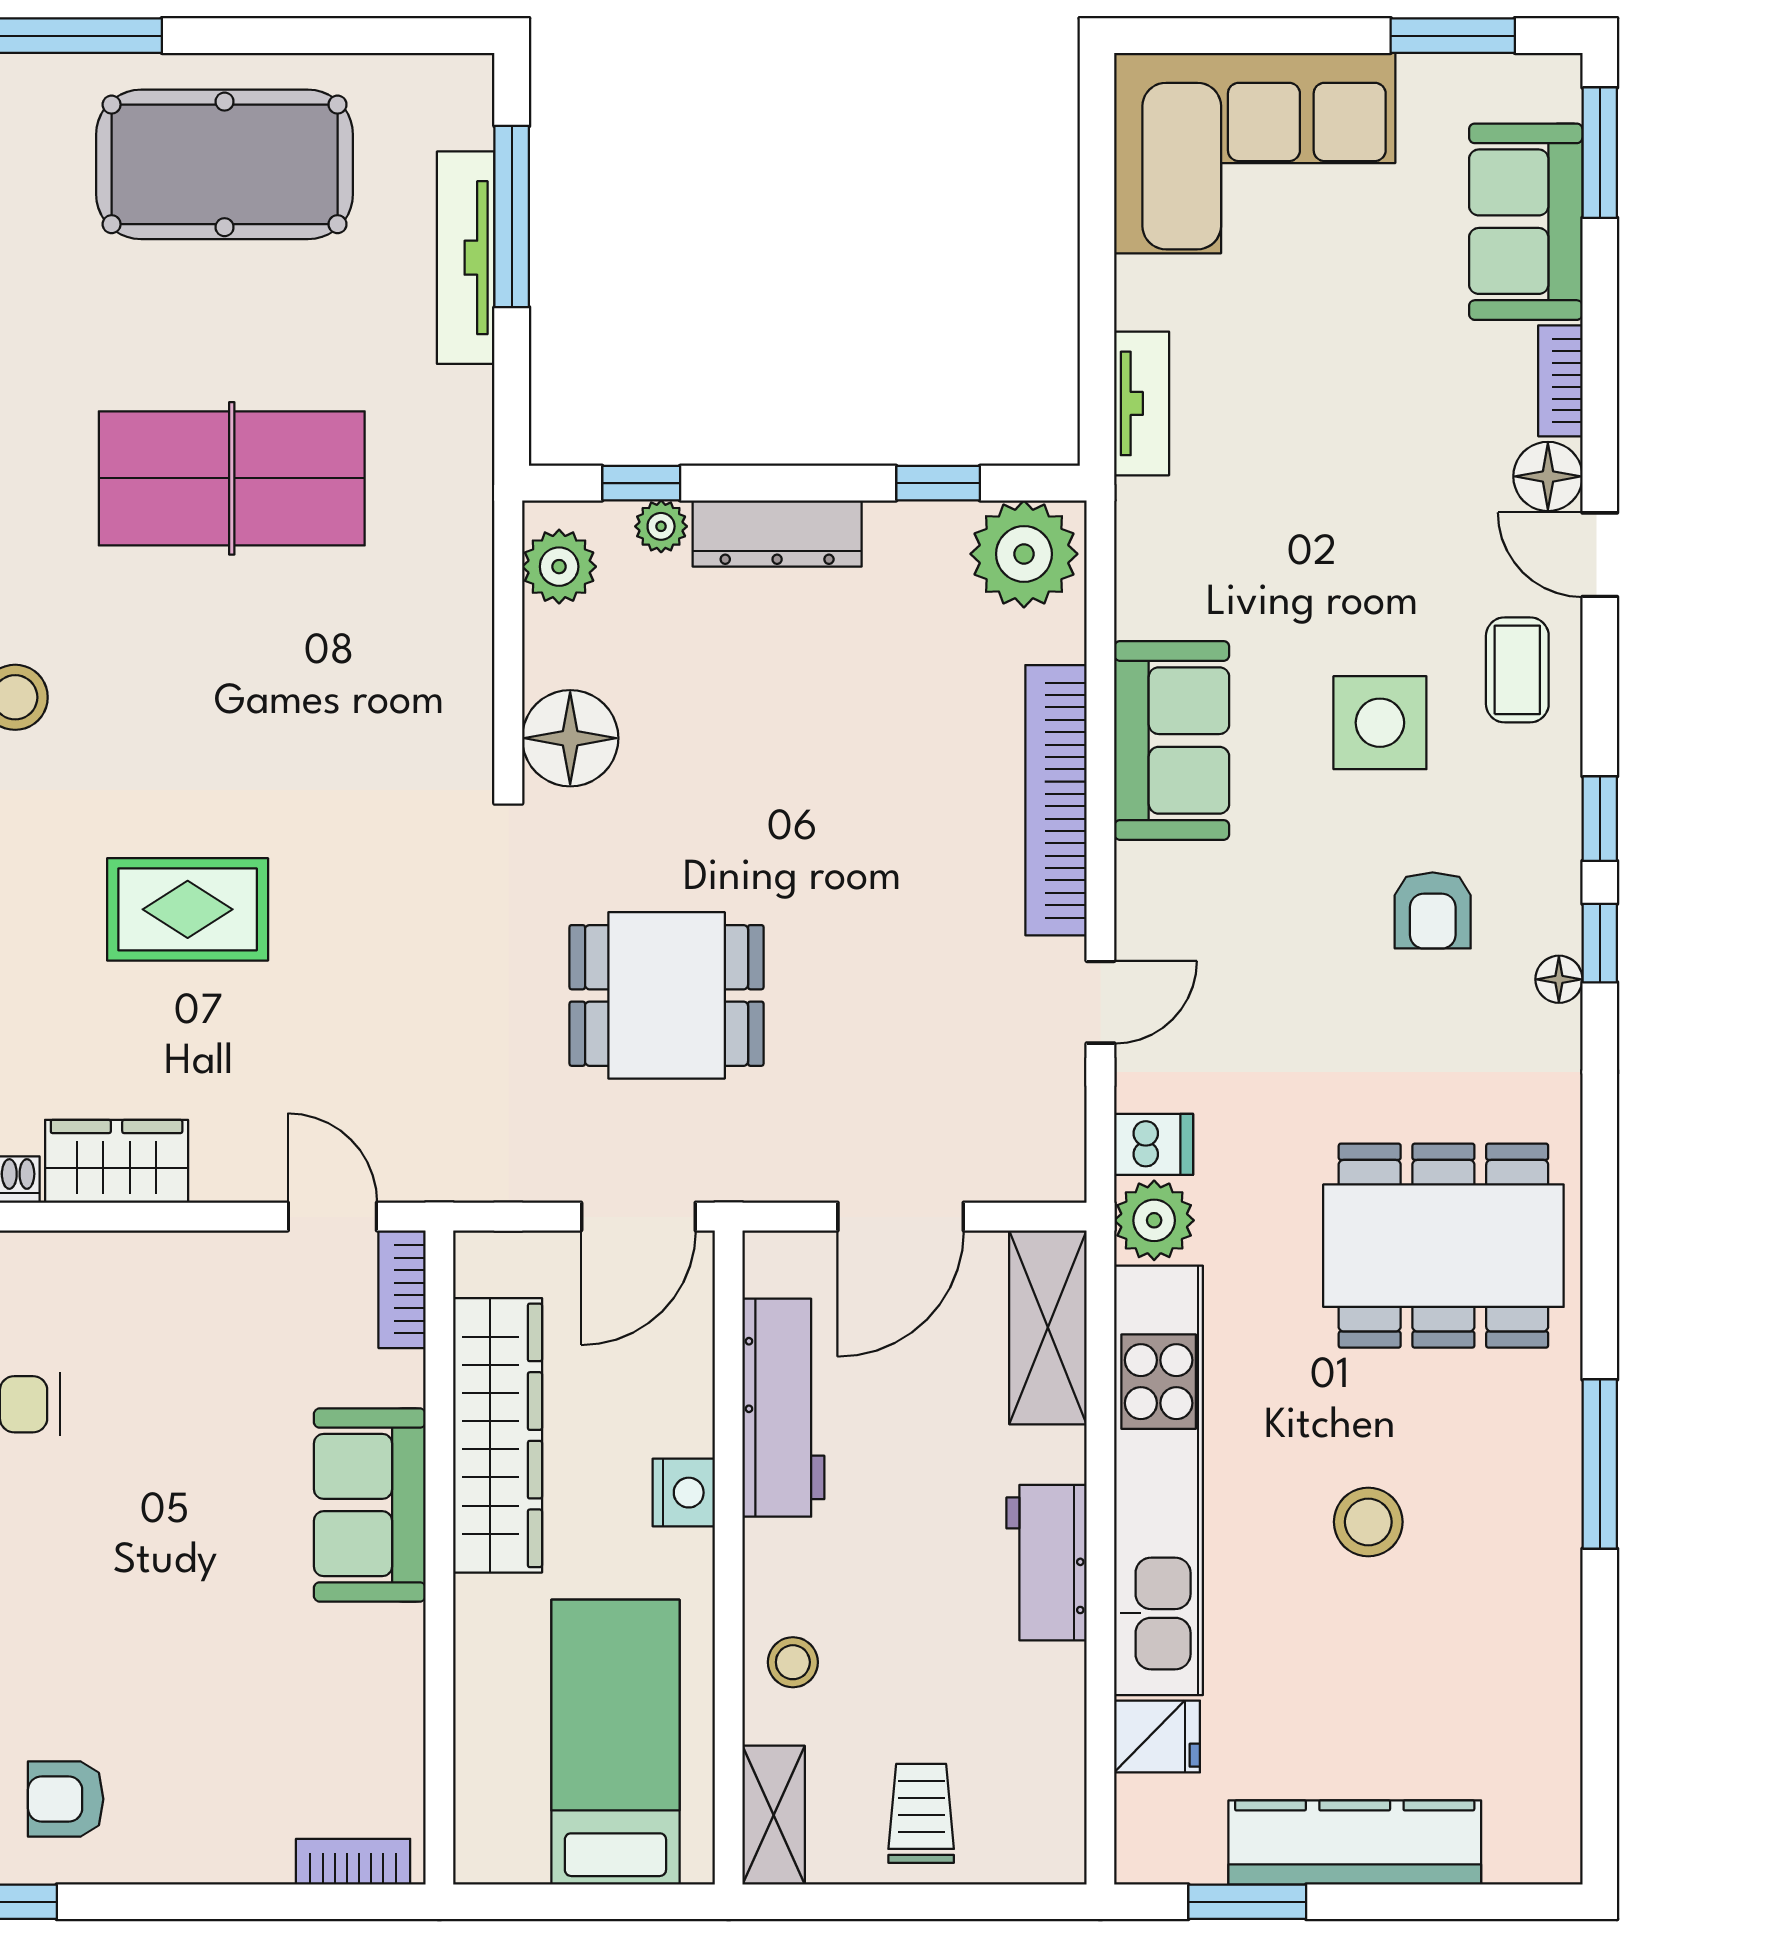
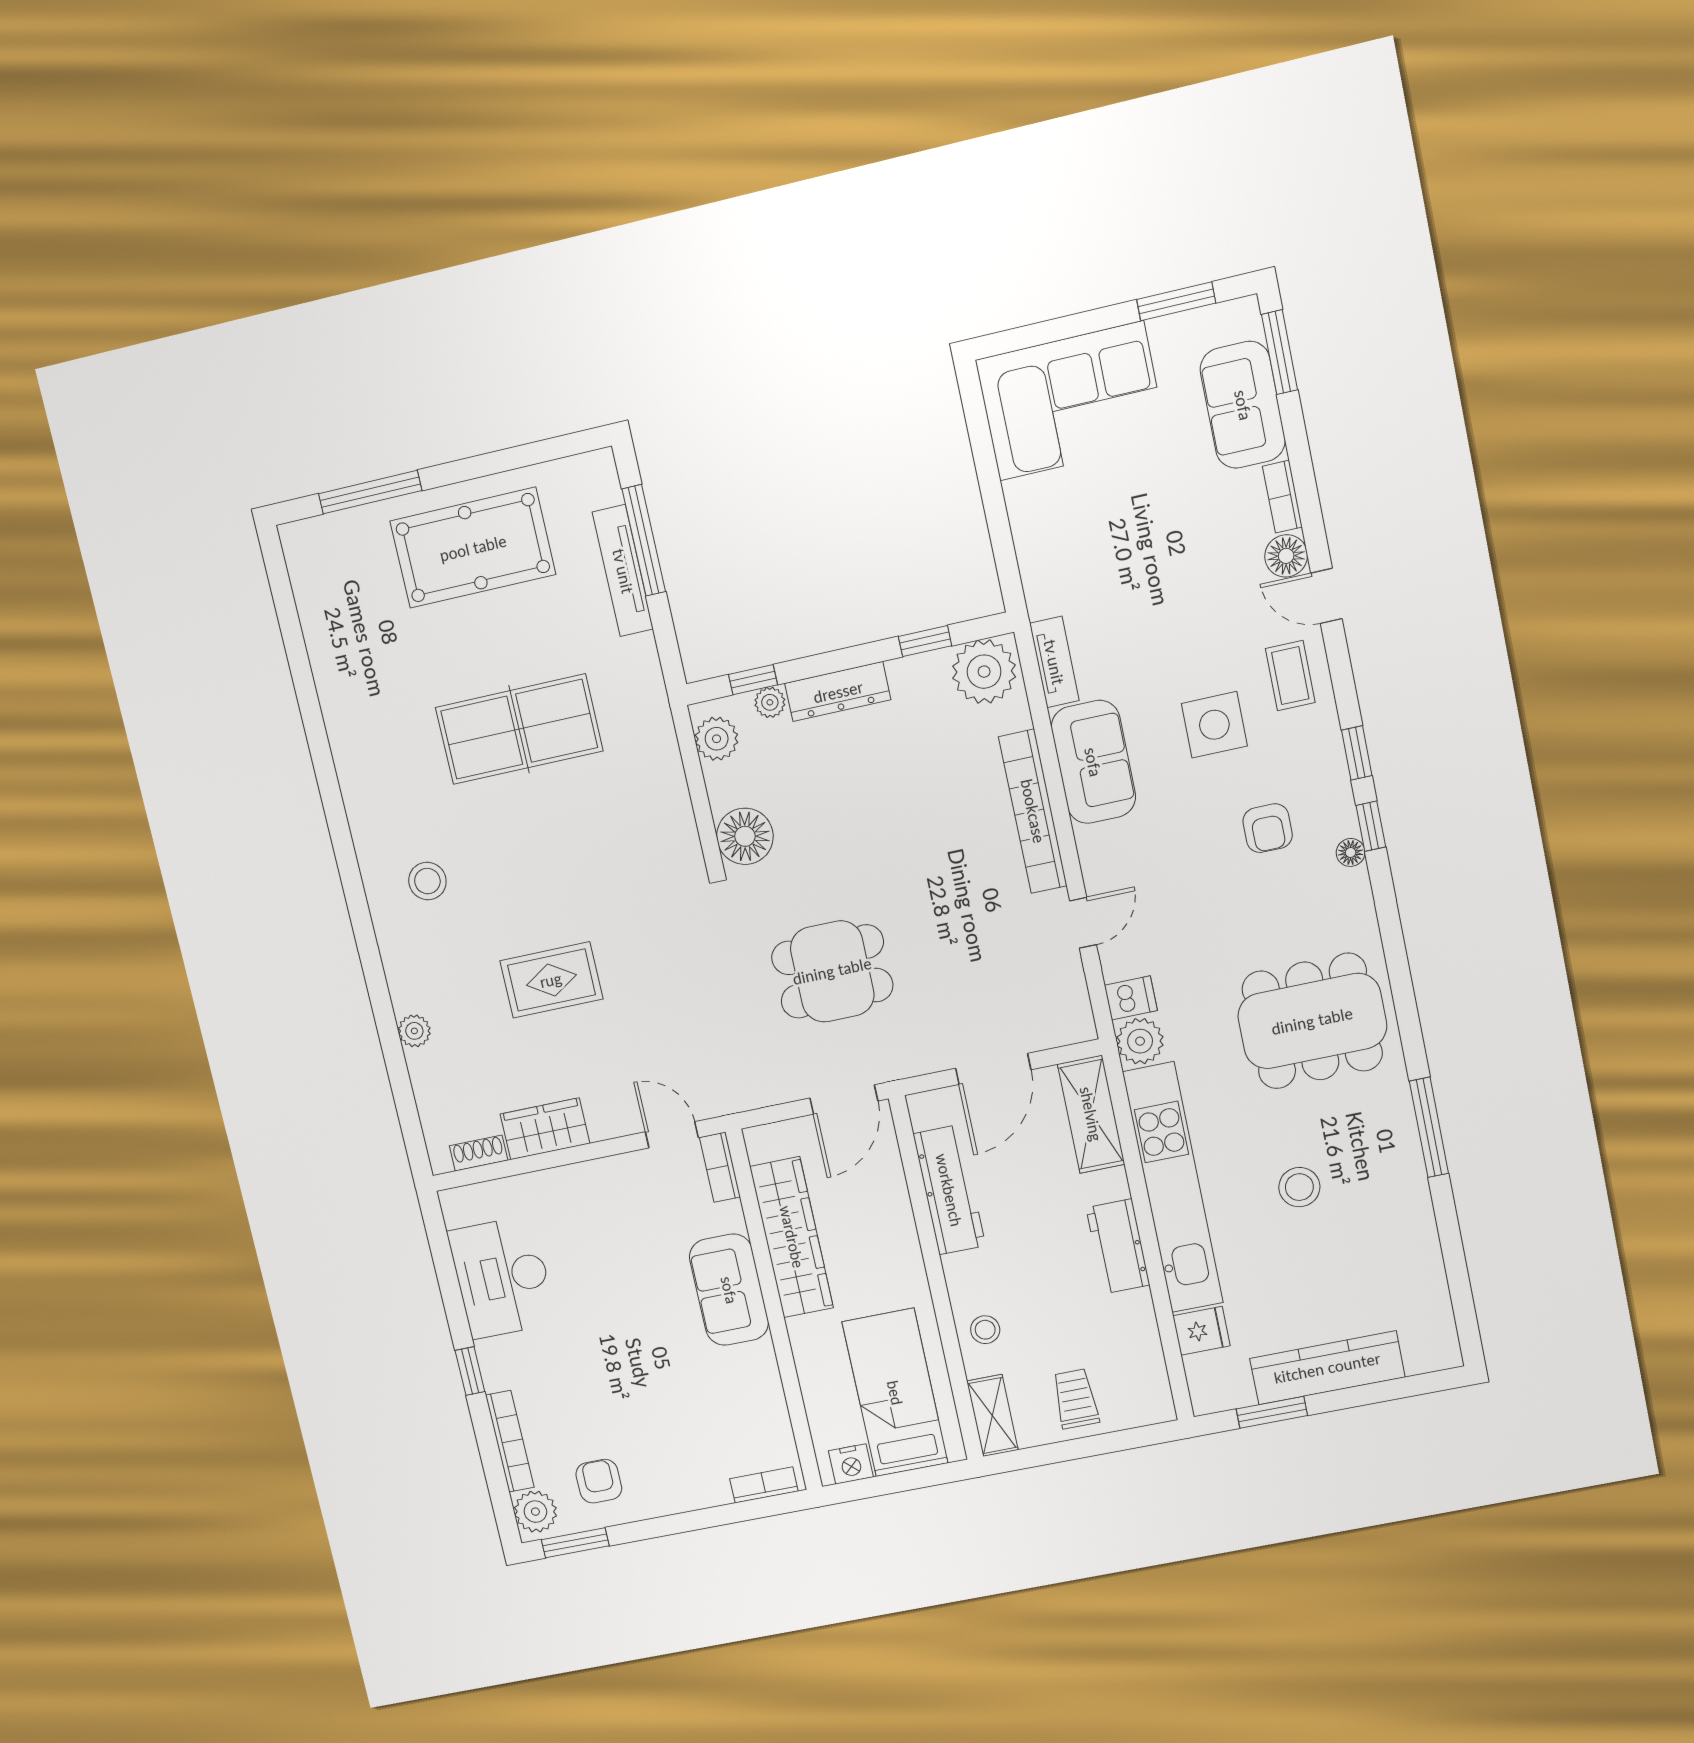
tv unit: (1142, 403) -> (1054, 662), moved
nightstand: (684, 1493) -> (851, 1464), moved, turned 90
armchair: (66, 1799) -> (599, 1481), turned 90

